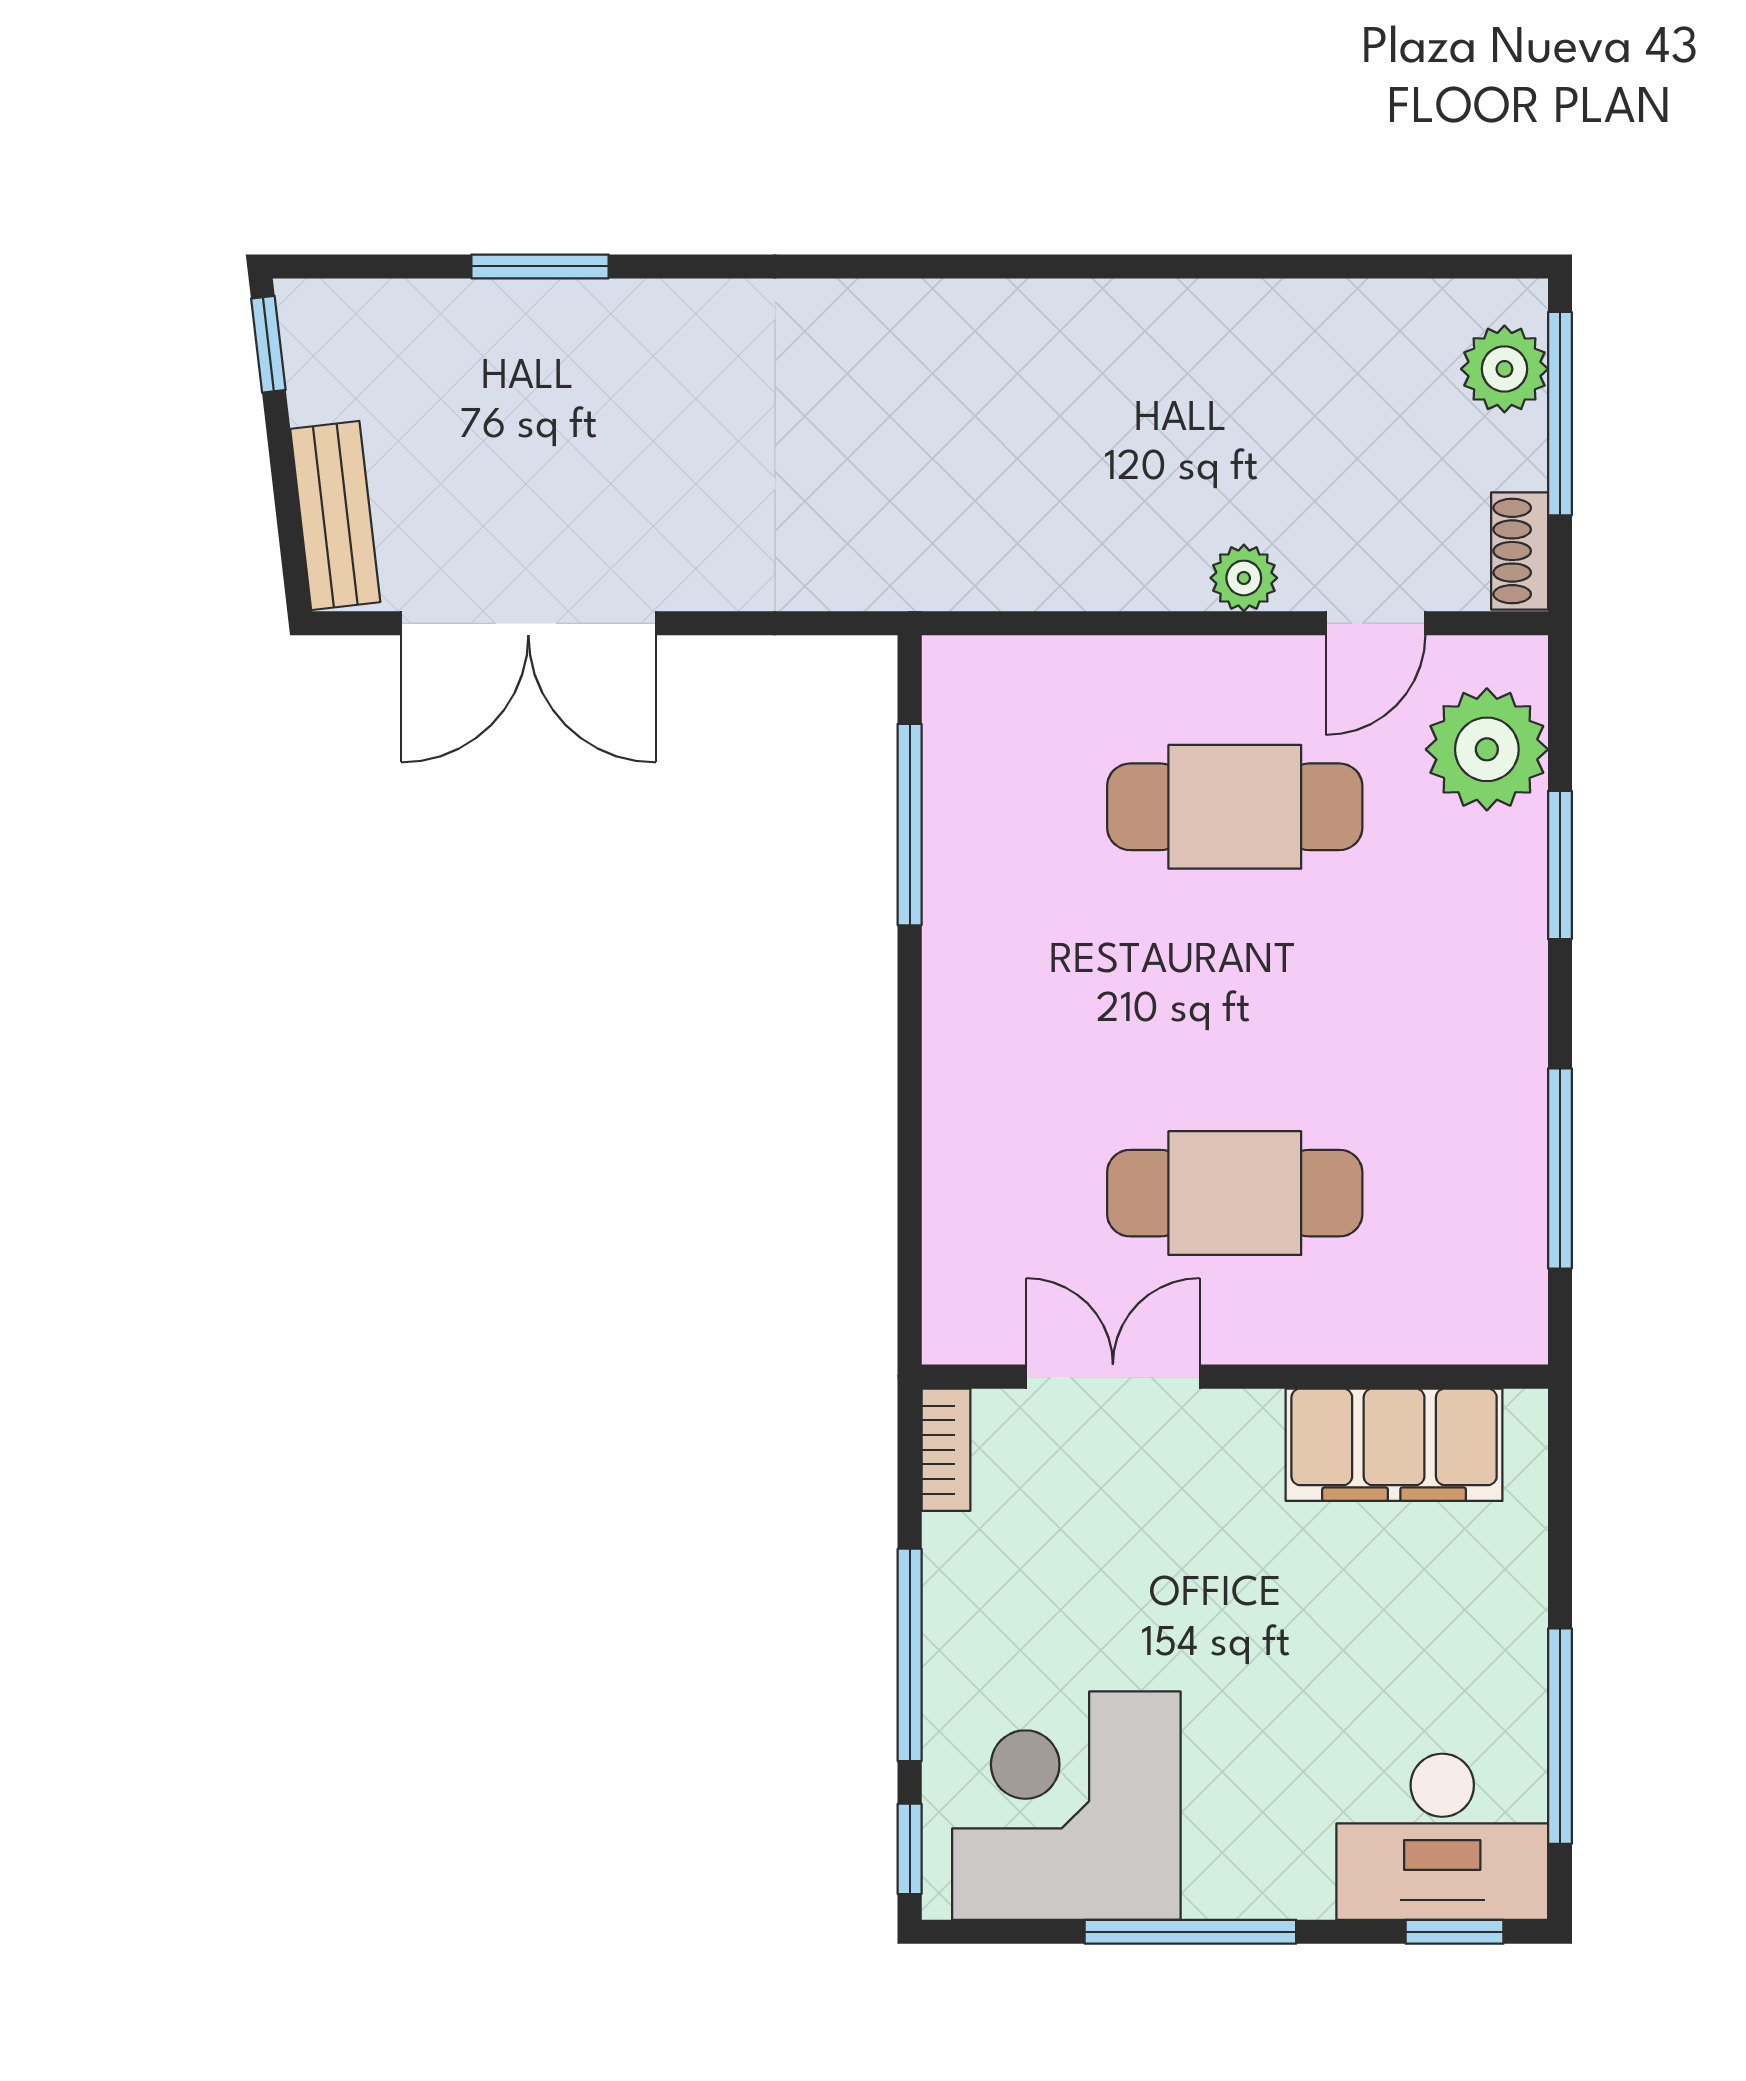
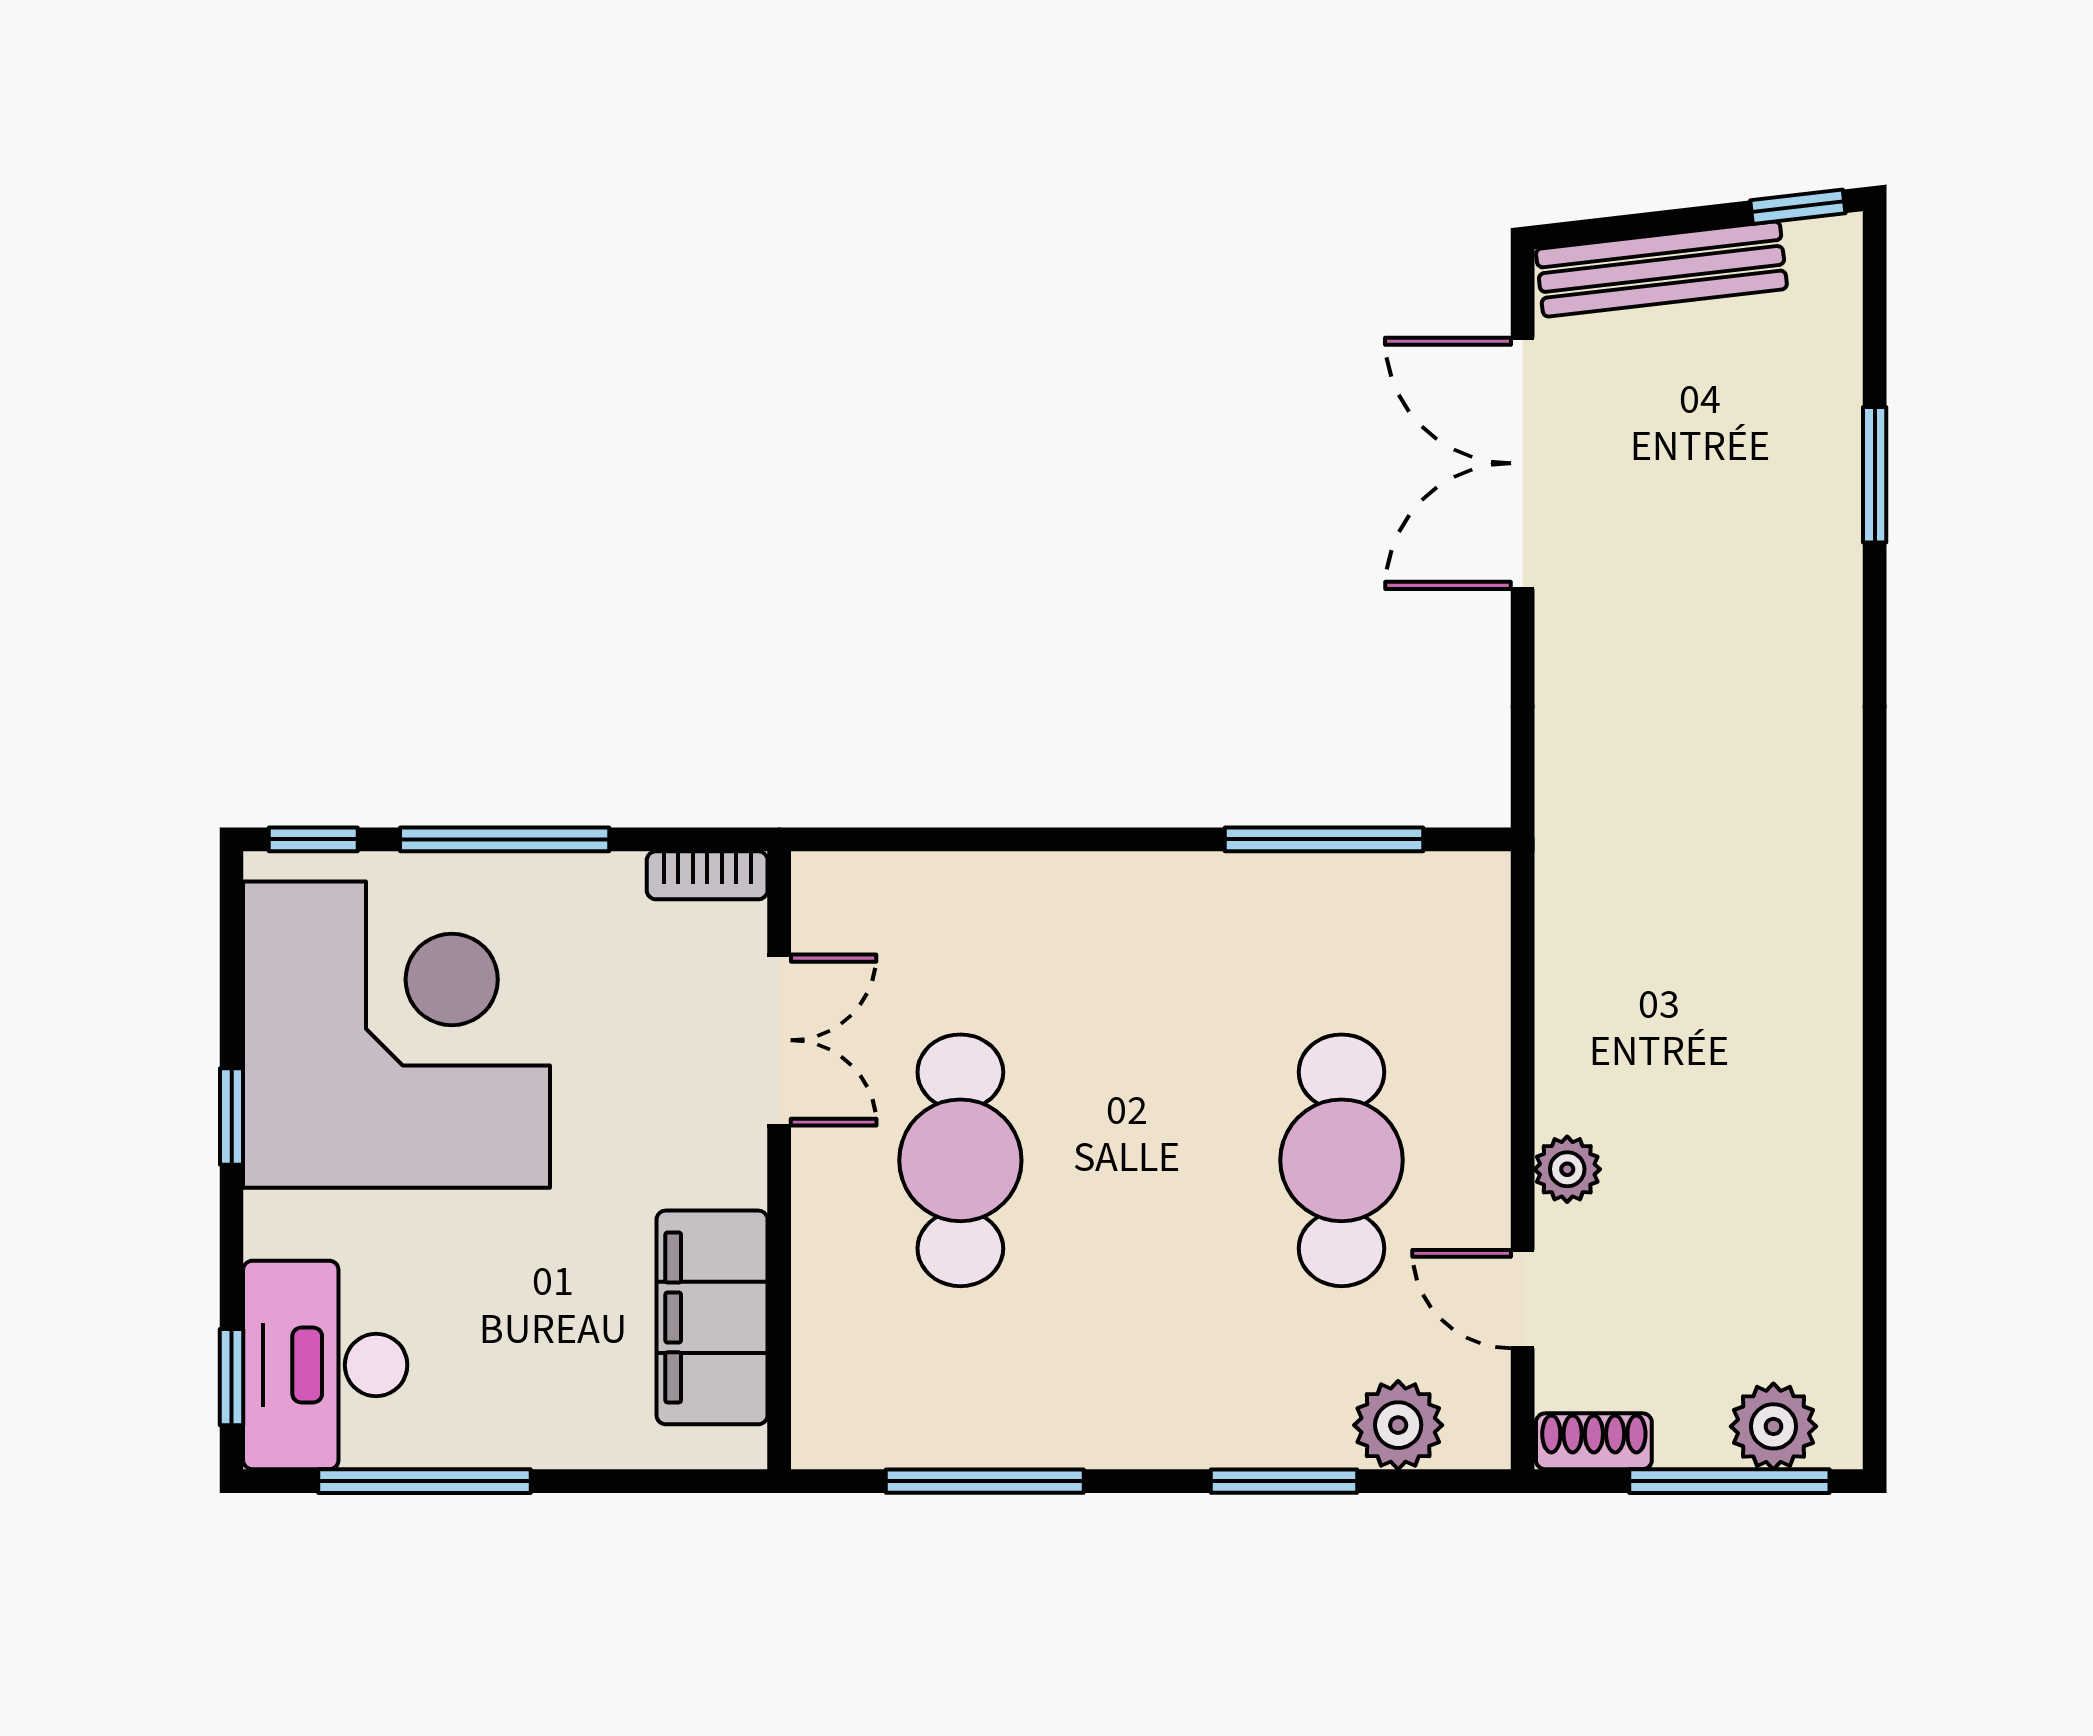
bench: (335, 515) -> (1661, 269), width x1.36
plant: (1487, 749) -> (1398, 1425), width x0.73, depth x0.73
corner desk: (1066, 1806) -> (397, 1035), width x1.36, depth x1.36
window: (1190, 1932) -> (232, 1117), width x0.46

